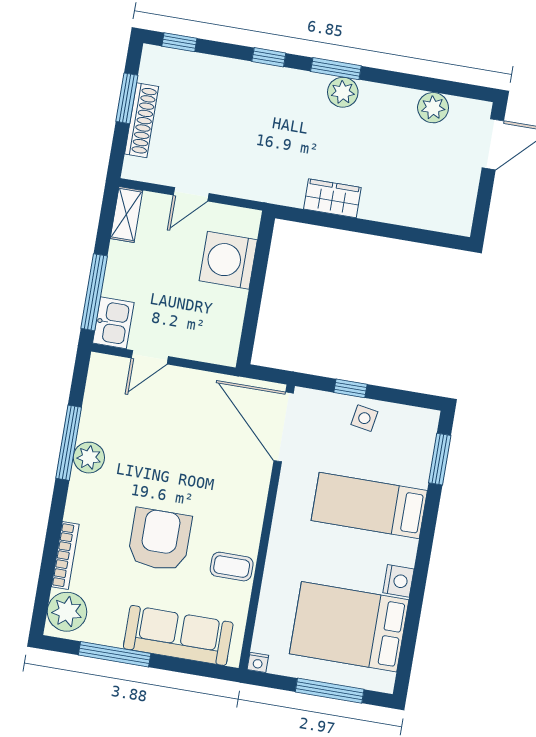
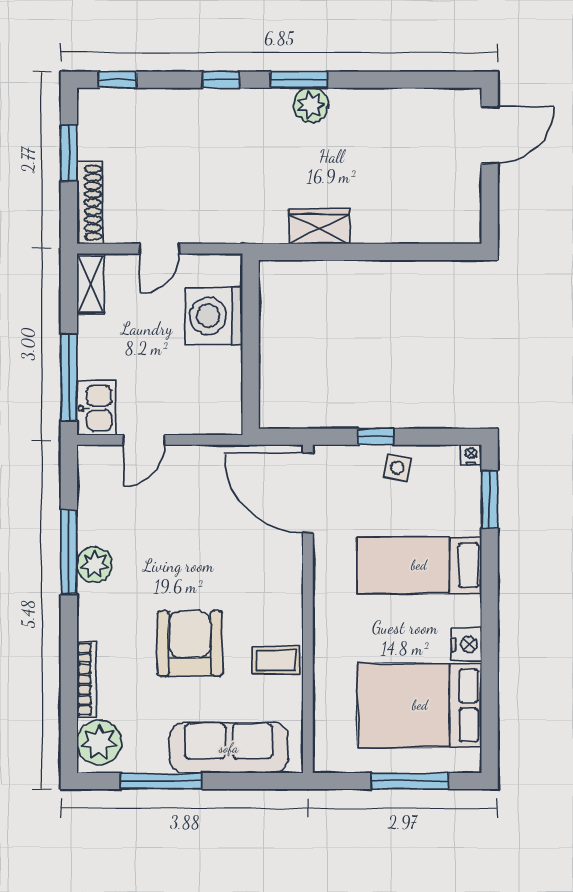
plant: (433, 108) -> (415, 105), removed
shoe rack: (142, 120) -> (90, 203), moved
nightstand: (258, 662) -> (471, 455), moved, turned 180

